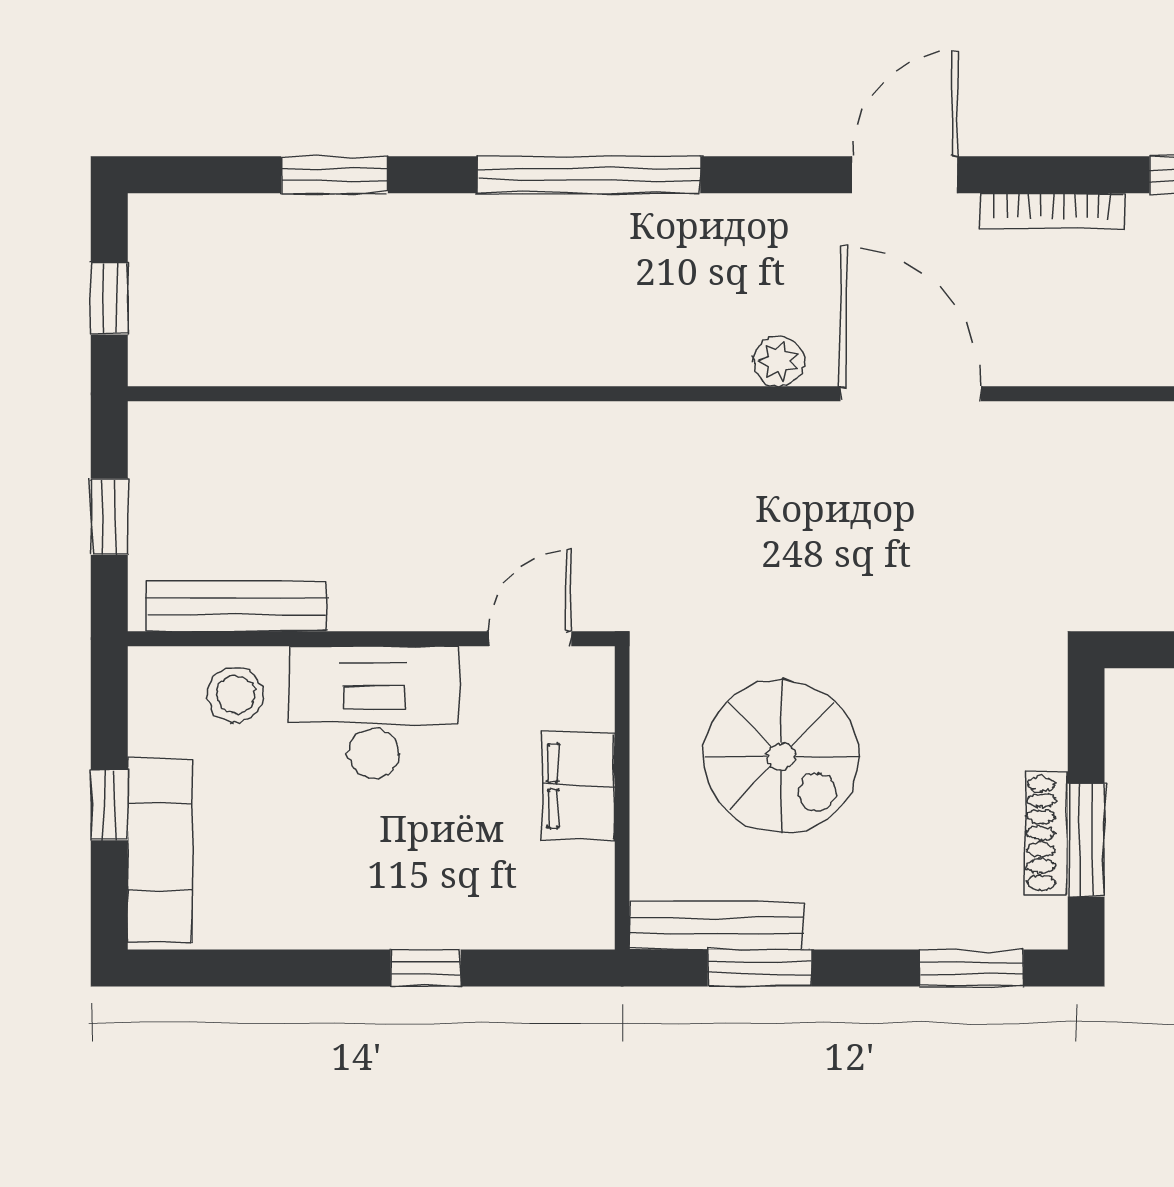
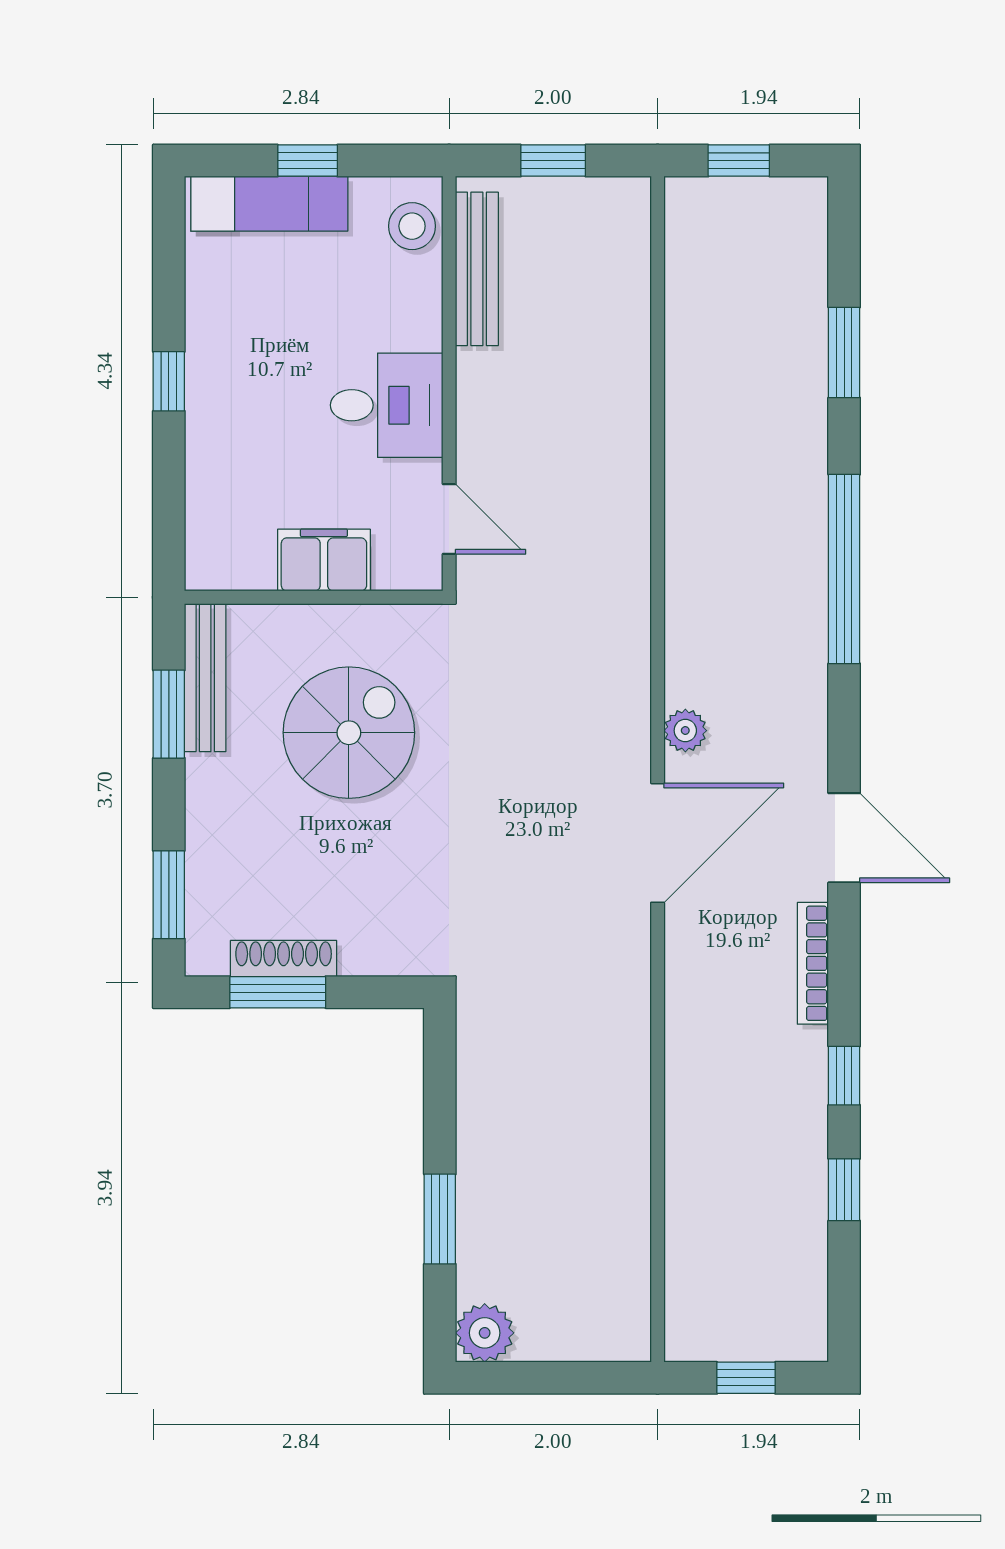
stool: (235, 695) -> (412, 226), moved
desk: (374, 712) -> (387, 405), width x0.73
spiral stairs: (781, 756) -> (349, 733), turned 180
window: (426, 968) -> (169, 381), moved

